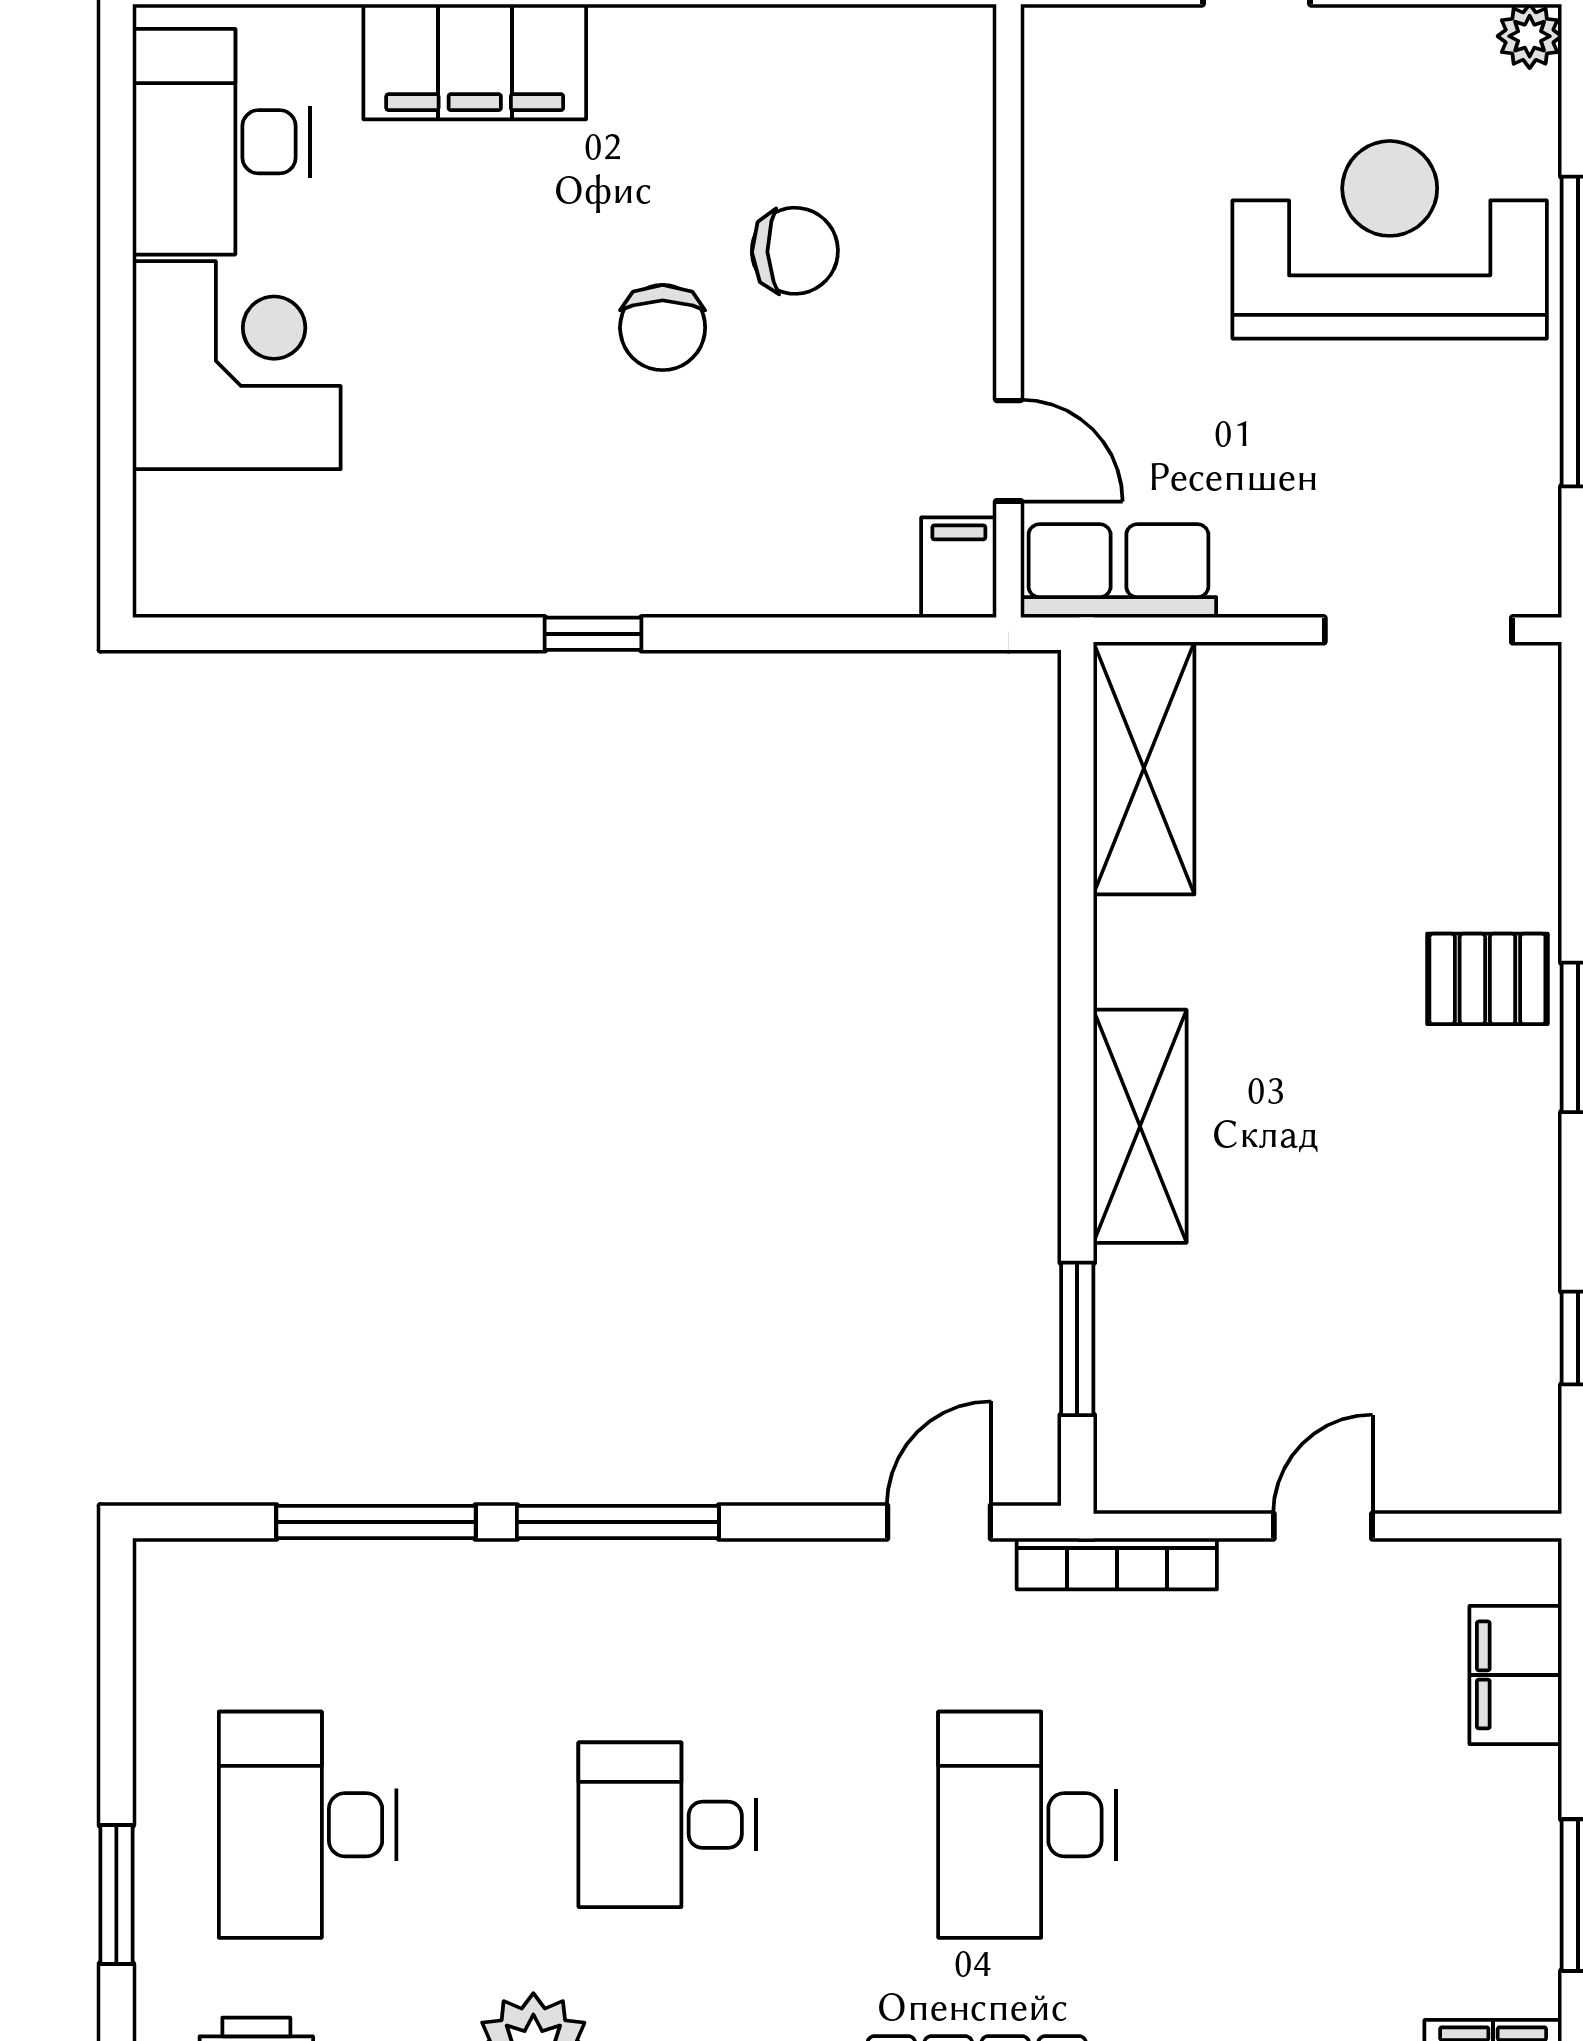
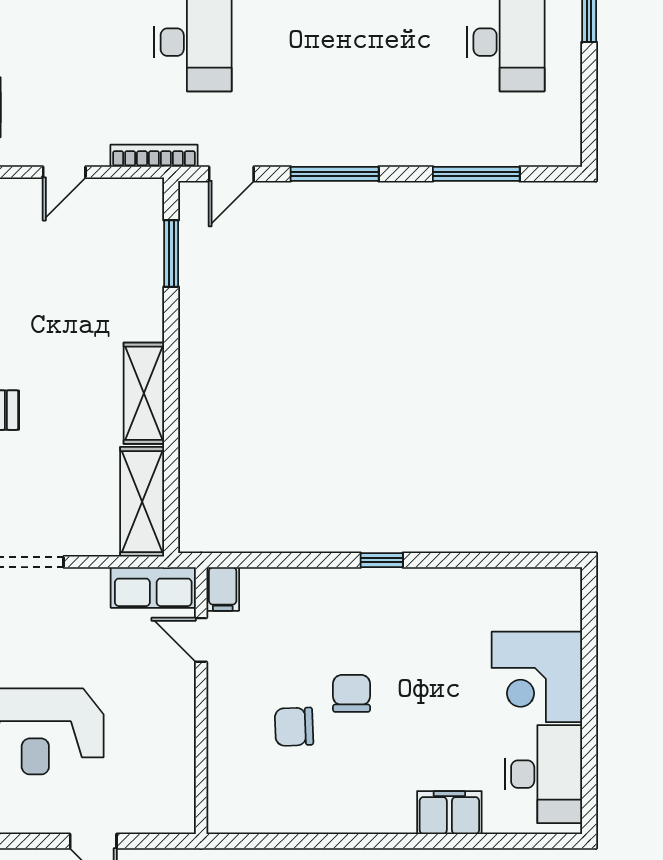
filing cabinet: (475, 62) -> (449, 813), width x0.67, depth x0.86
shelving: (1140, 1126) -> (144, 393), moved
window: (618, 1522) -> (335, 174), moved
desk: (667, 1825) -> (349, 42), removed

